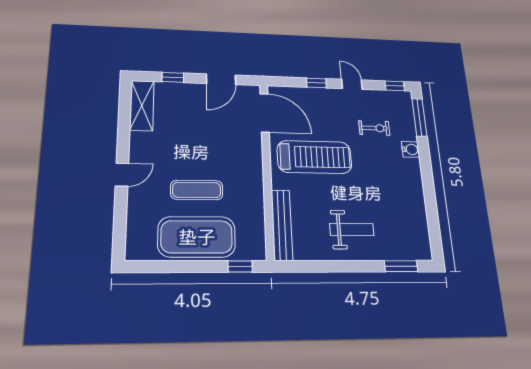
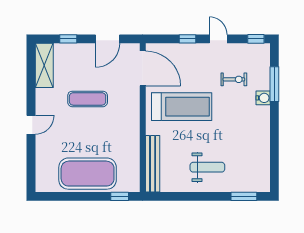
window: (419, 117) -> (274, 84), moved
exercise mat: (197, 190) -> (88, 99), moved

